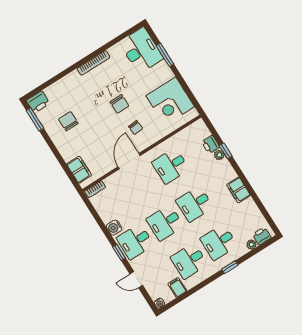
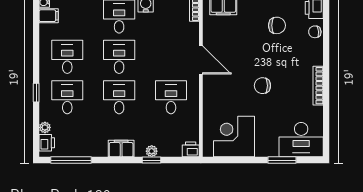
chair: (136, 127) -> (315, 32), moved
printer: (211, 144) -> (191, 149), moved
filing cabinet: (239, 190) -> (121, 148), moved
window: (263, 210) -> (71, 160), added
filing cabinet: (177, 287) -> (49, 16), moved

